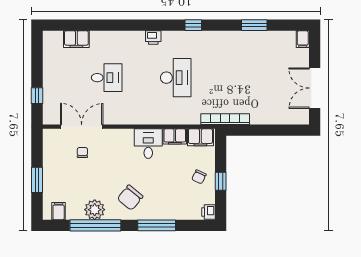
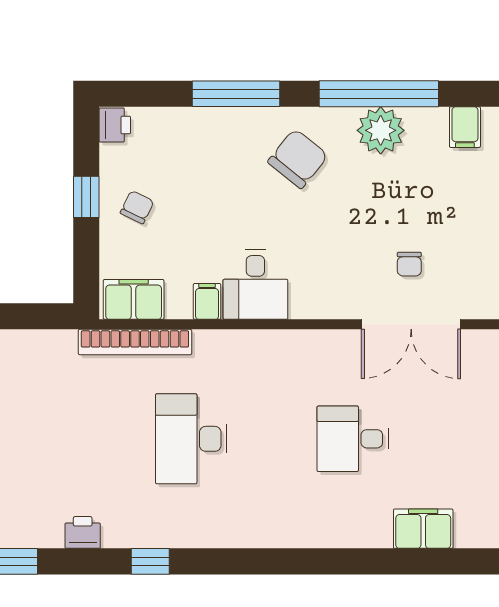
printer: (153, 38) -> (83, 532), moved
bookcase: (225, 119) -> (135, 342), moved
filing cabinet: (175, 136) -> (207, 301), width x0.50

